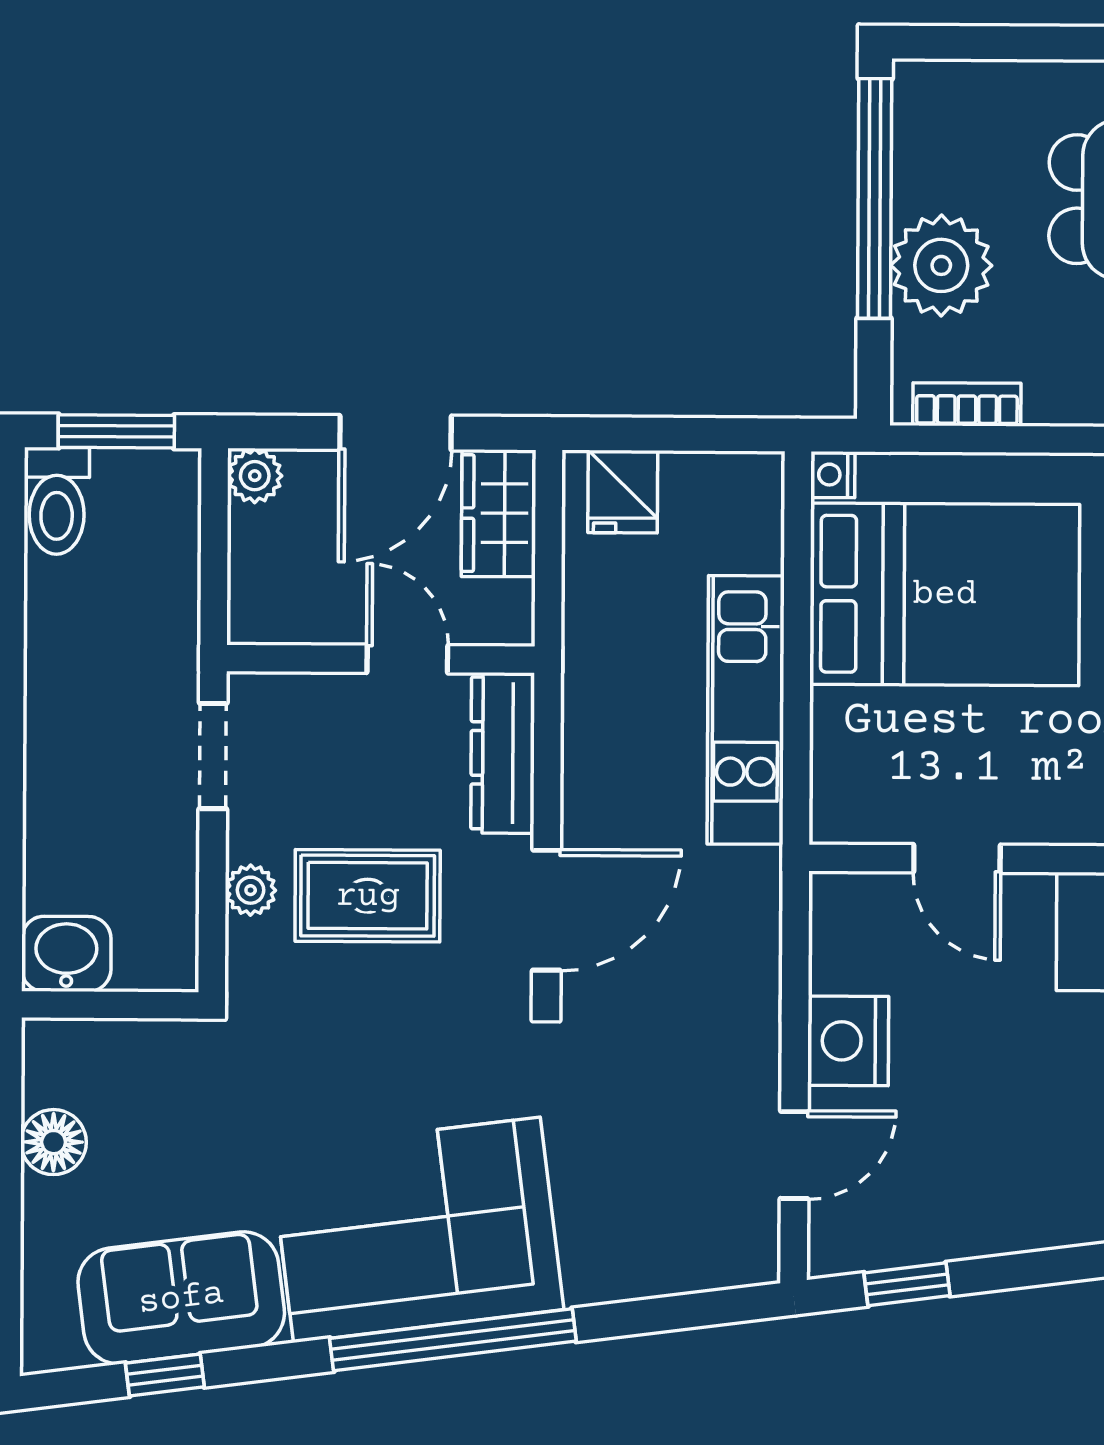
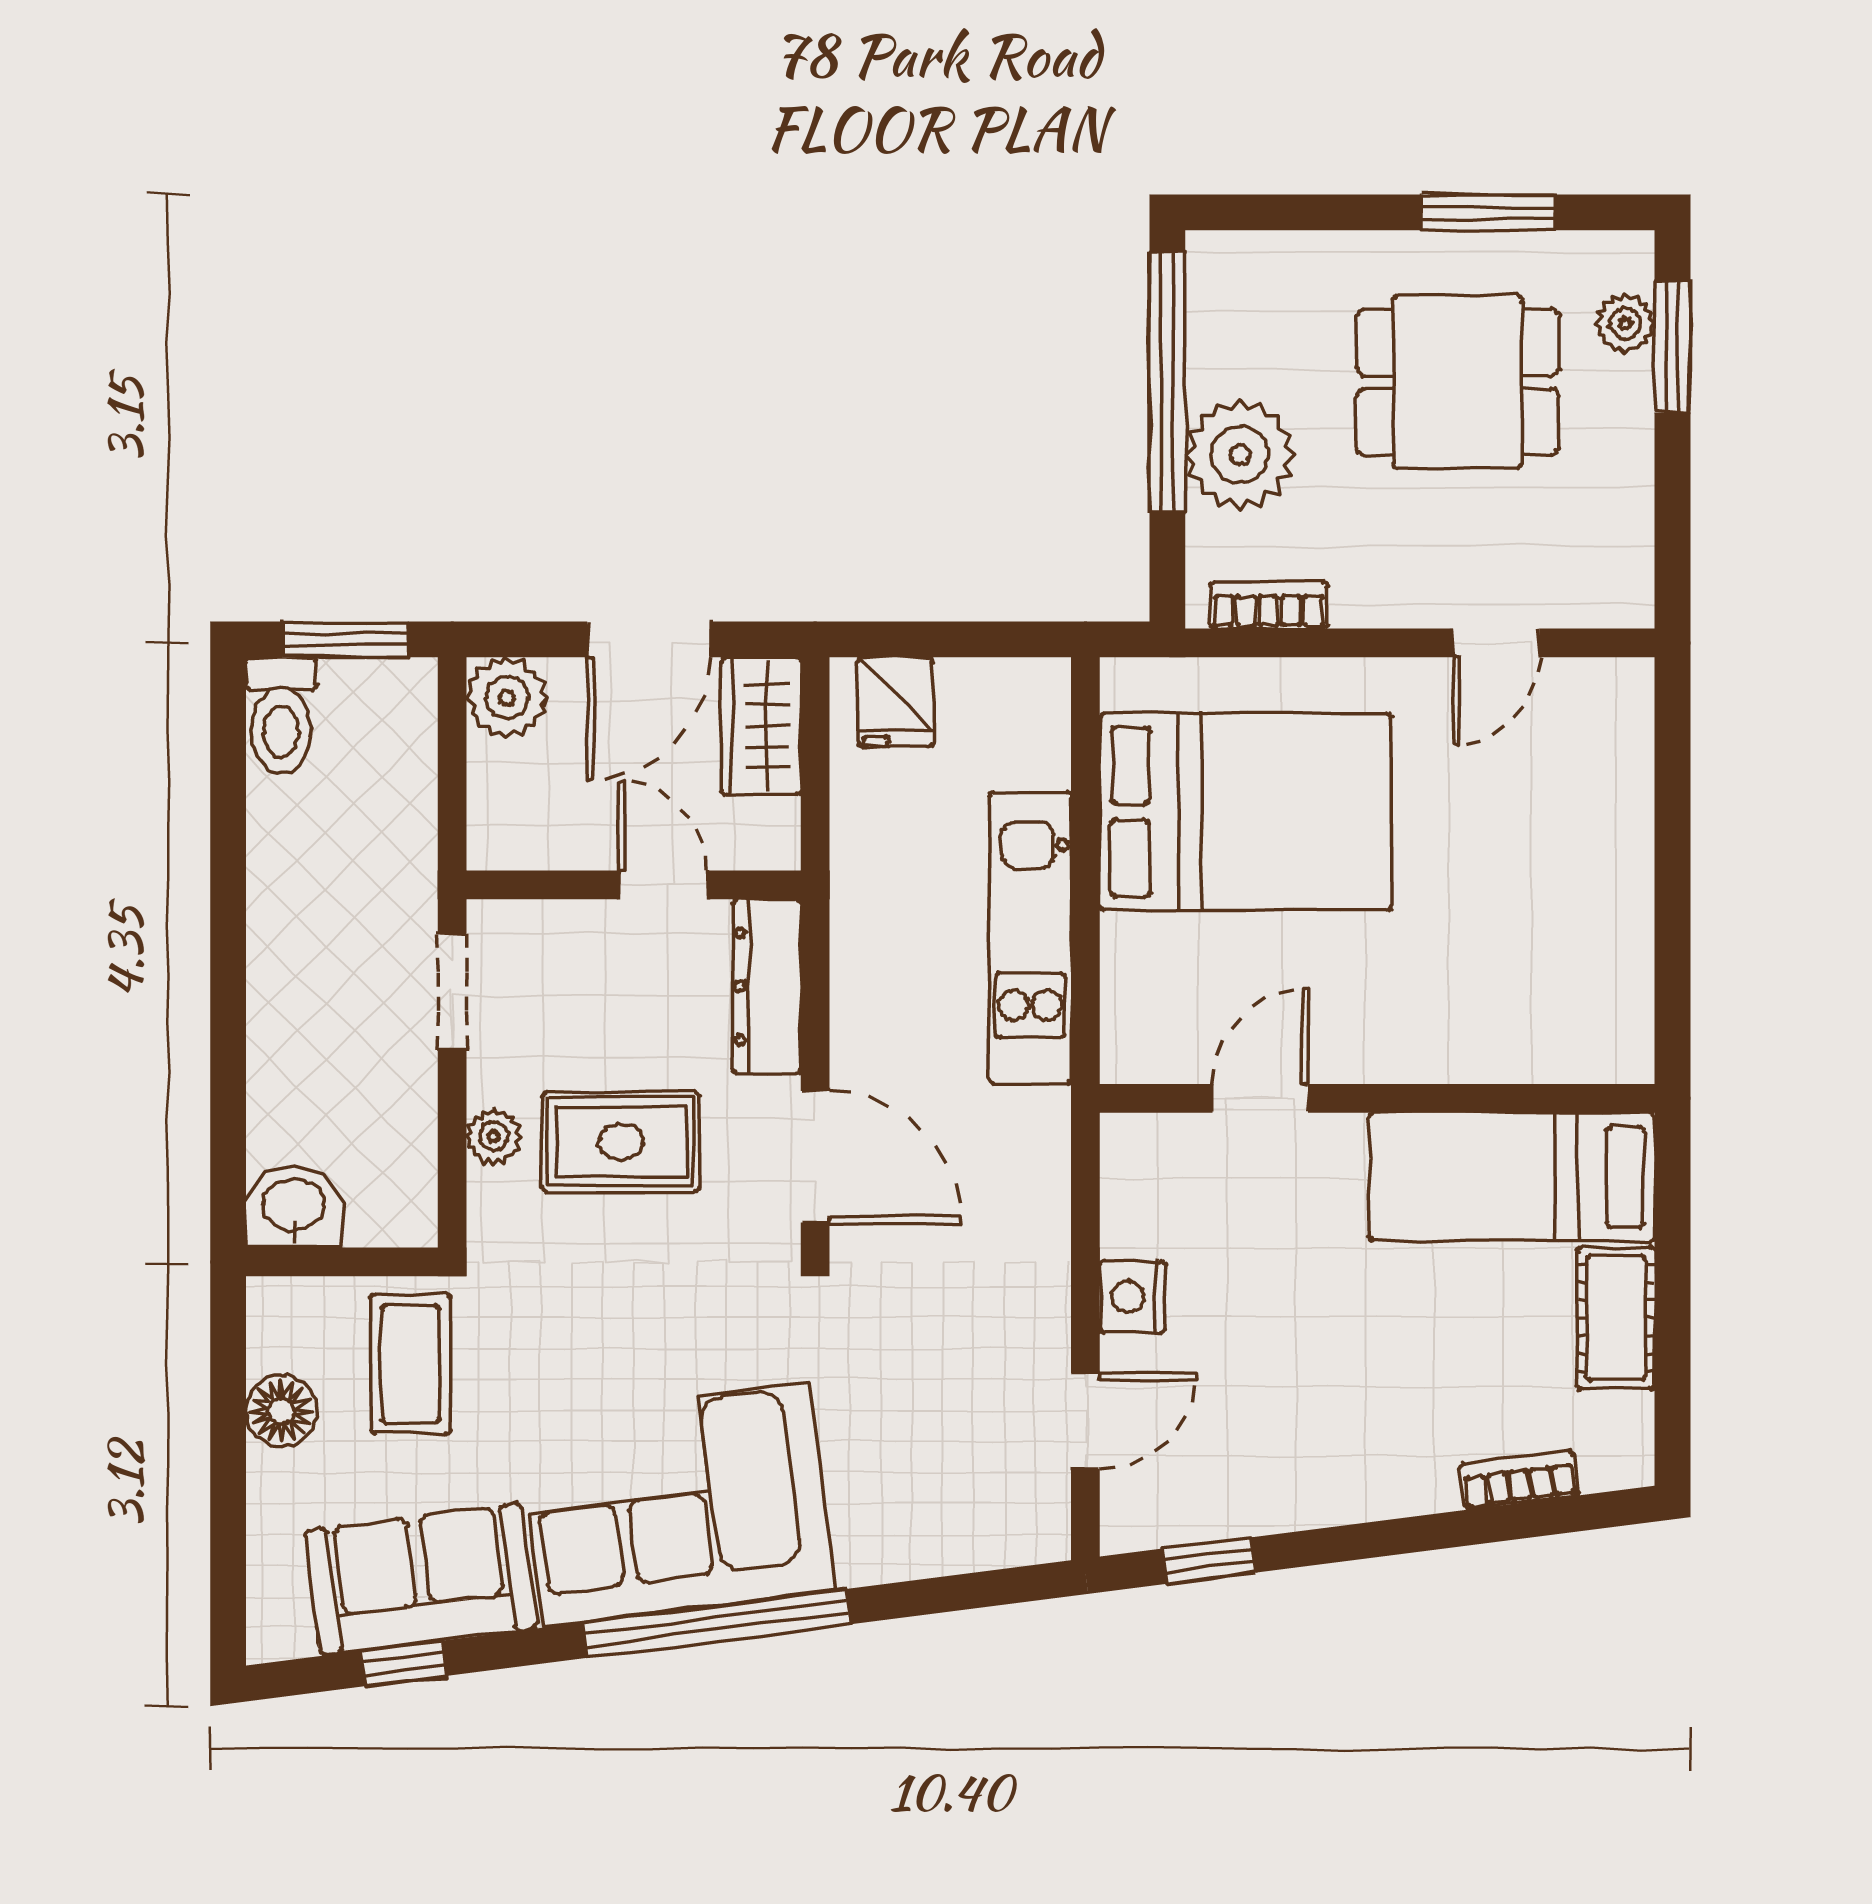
nightstand: (833, 475) -> (1123, 682), removed
plant: (255, 476) -> (507, 698), width x1.38, depth x1.38
door: (957, 859) -> (1260, 1098), swing flipped
door: (546, 910) -> (815, 1157), hinge flipped
nightstand: (848, 1041) -> (1133, 1297), width x0.74, depth x0.75
coffee table: (173, 1099) -> (411, 1364), added

